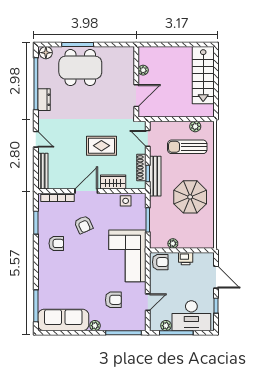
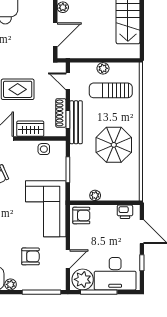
plant: (195, 126) -> (103, 68), moved
printer: (186, 259) -> (125, 212), moved
plant: (166, 326) -> (83, 279), width x1.87, depth x1.87

